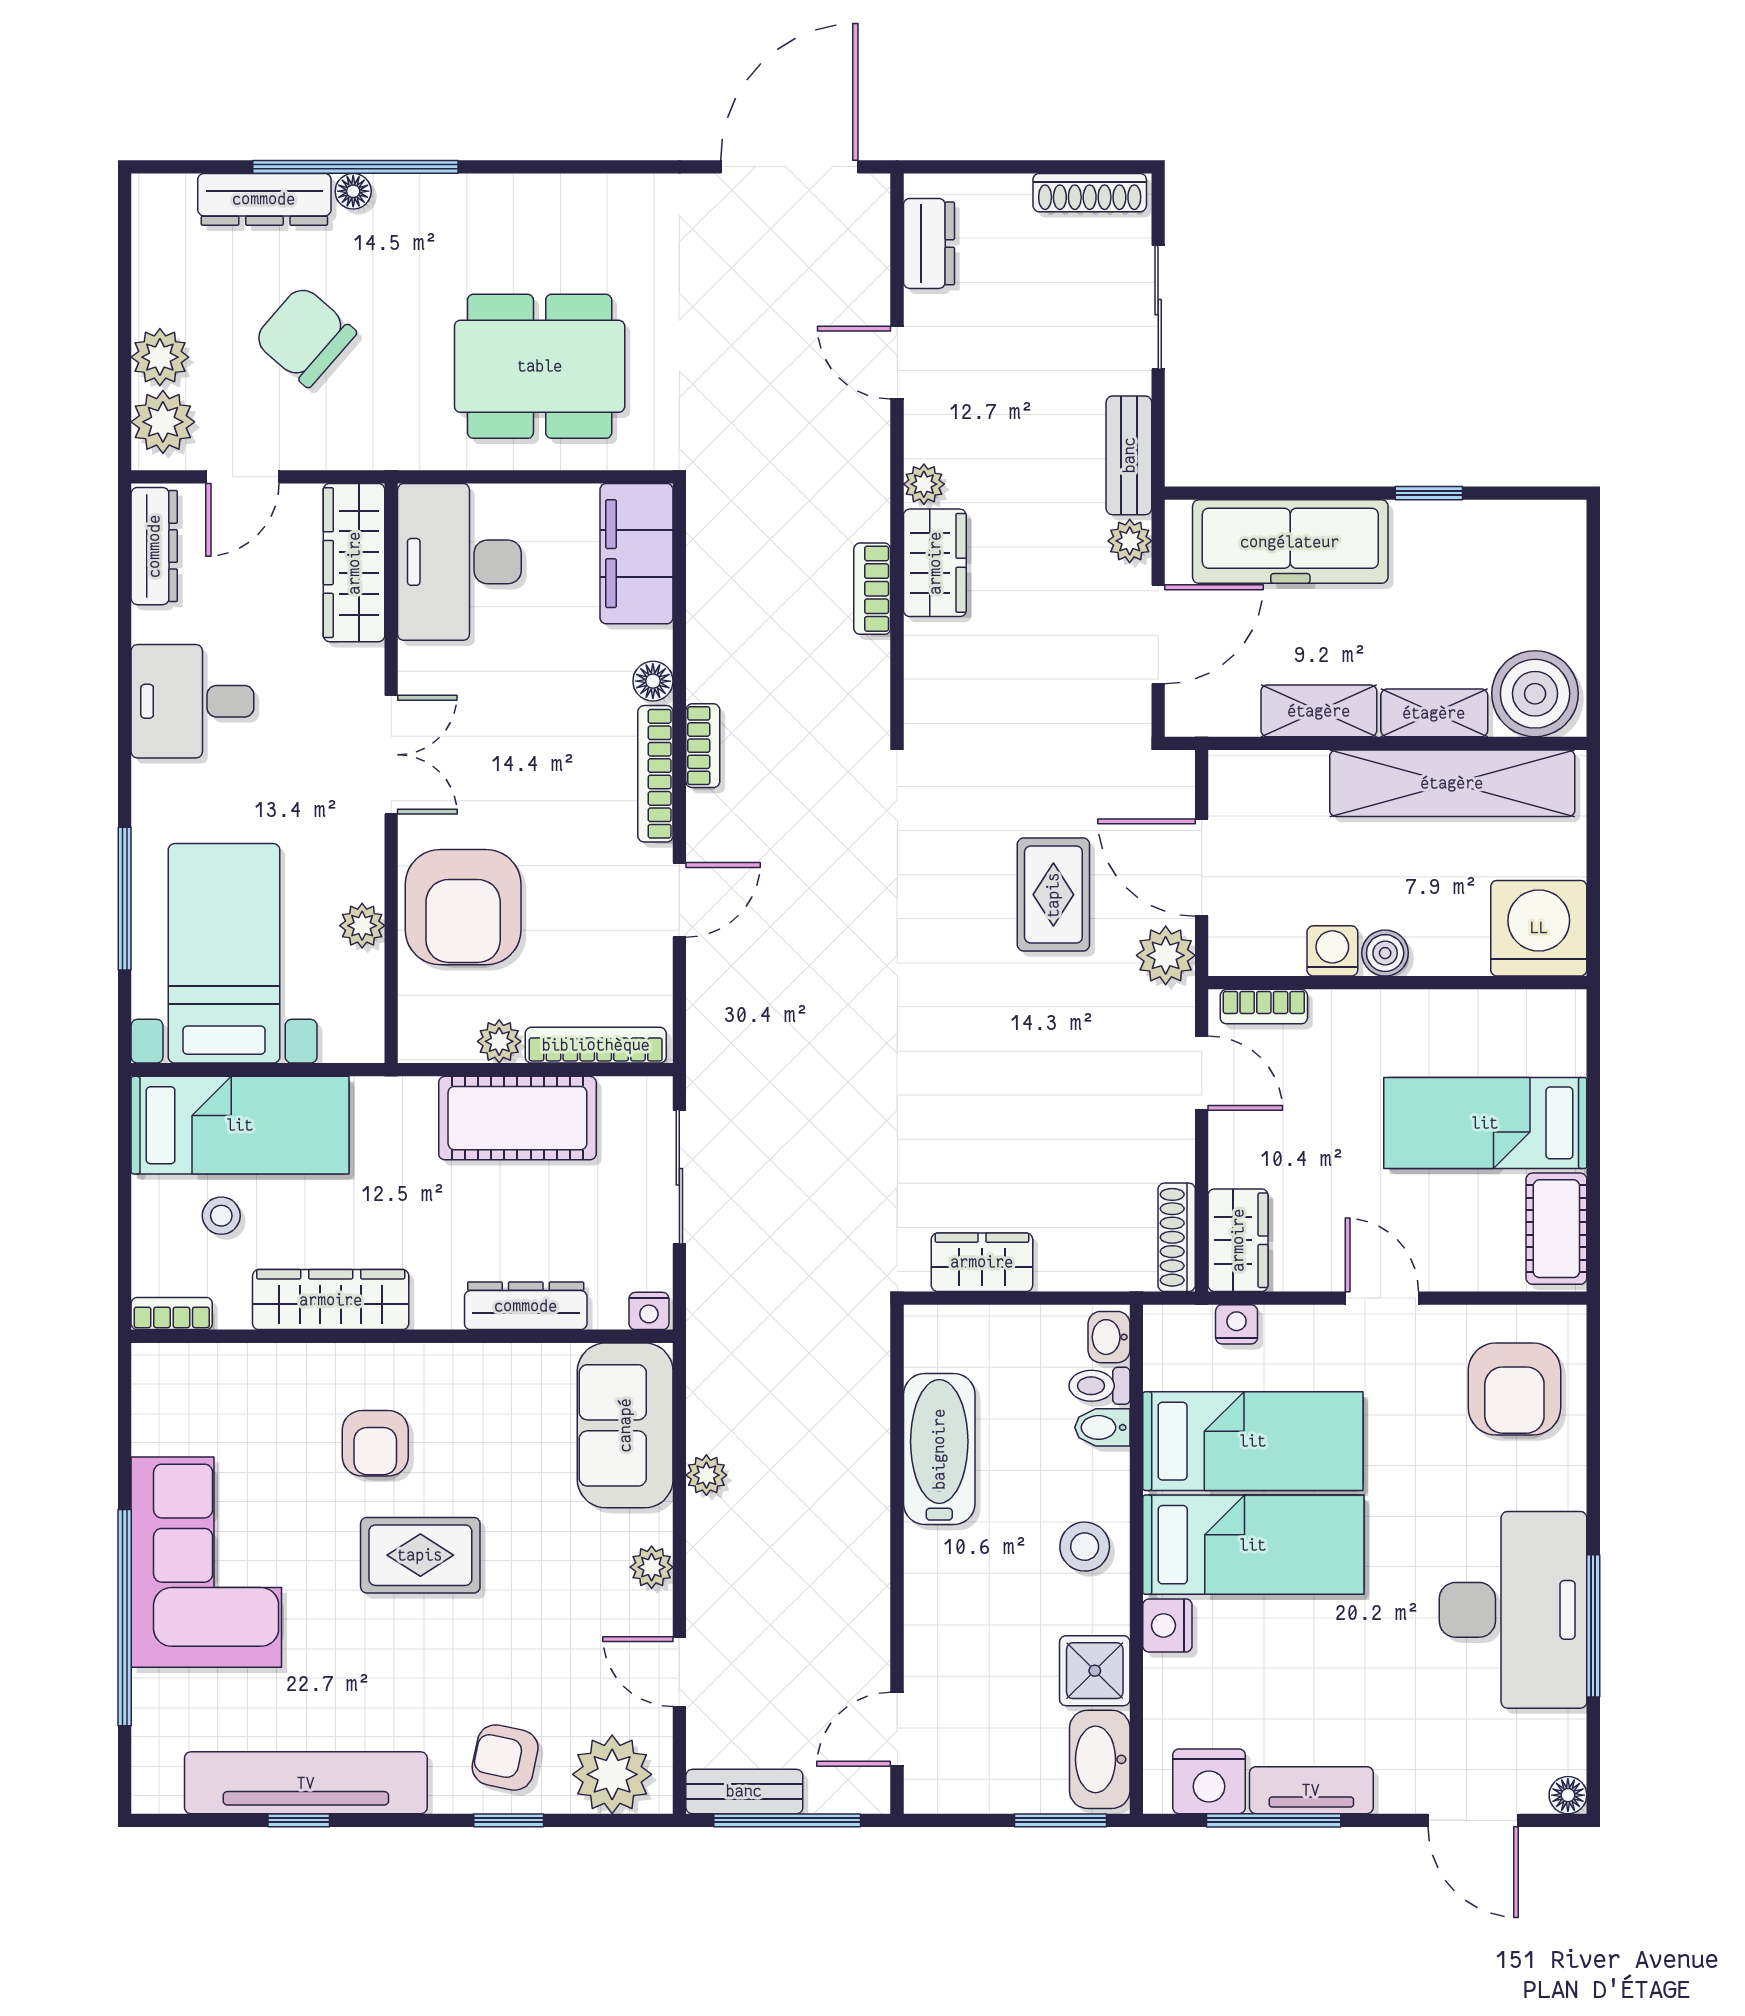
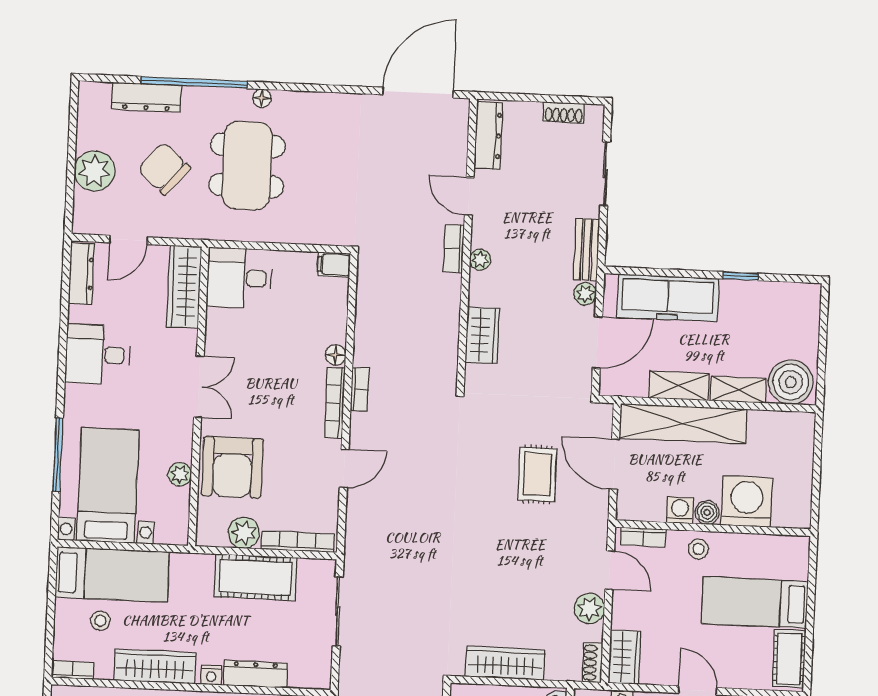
floor lamp: (353, 191) -> (262, 98), moved
shoe rack: (1090, 193) -> (564, 113), width x0.70
dresser: (929, 243) -> (488, 135), width x1.44
plant: (160, 357) -> (94, 171), width x1.36, depth x1.36
dining table: (540, 366) -> (247, 166), moved, turned 90
plant: (163, 422) -> (89, 210), removed
filing cabinet: (636, 554) -> (334, 265), width x0.33, depth x0.86
desk: (459, 562) -> (239, 278), width x0.73
wardrobe: (935, 563) -> (482, 335), moved
bookcase: (872, 589) -> (454, 249), moved
shelving: (1452, 783) -> (683, 424), moved
washing machine: (1539, 928) -> (747, 501), moved
plant: (1166, 955) -> (589, 609), moved
stool: (1371, 1024) -> (698, 549), added
plant: (499, 1041) -> (244, 533), width x1.38, depth x1.38
shoe rack: (1177, 1237) -> (593, 663), width x0.70
wardrobe: (982, 1262) -> (505, 663), width x1.50
nightstand: (649, 1311) -> (211, 675), moved

